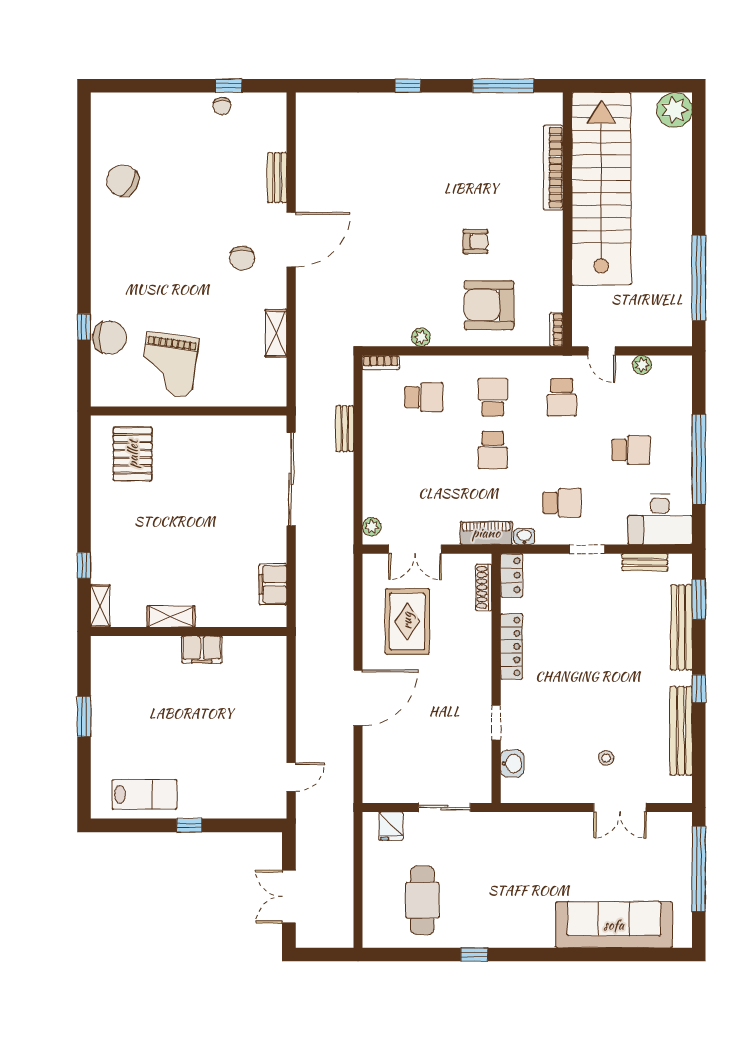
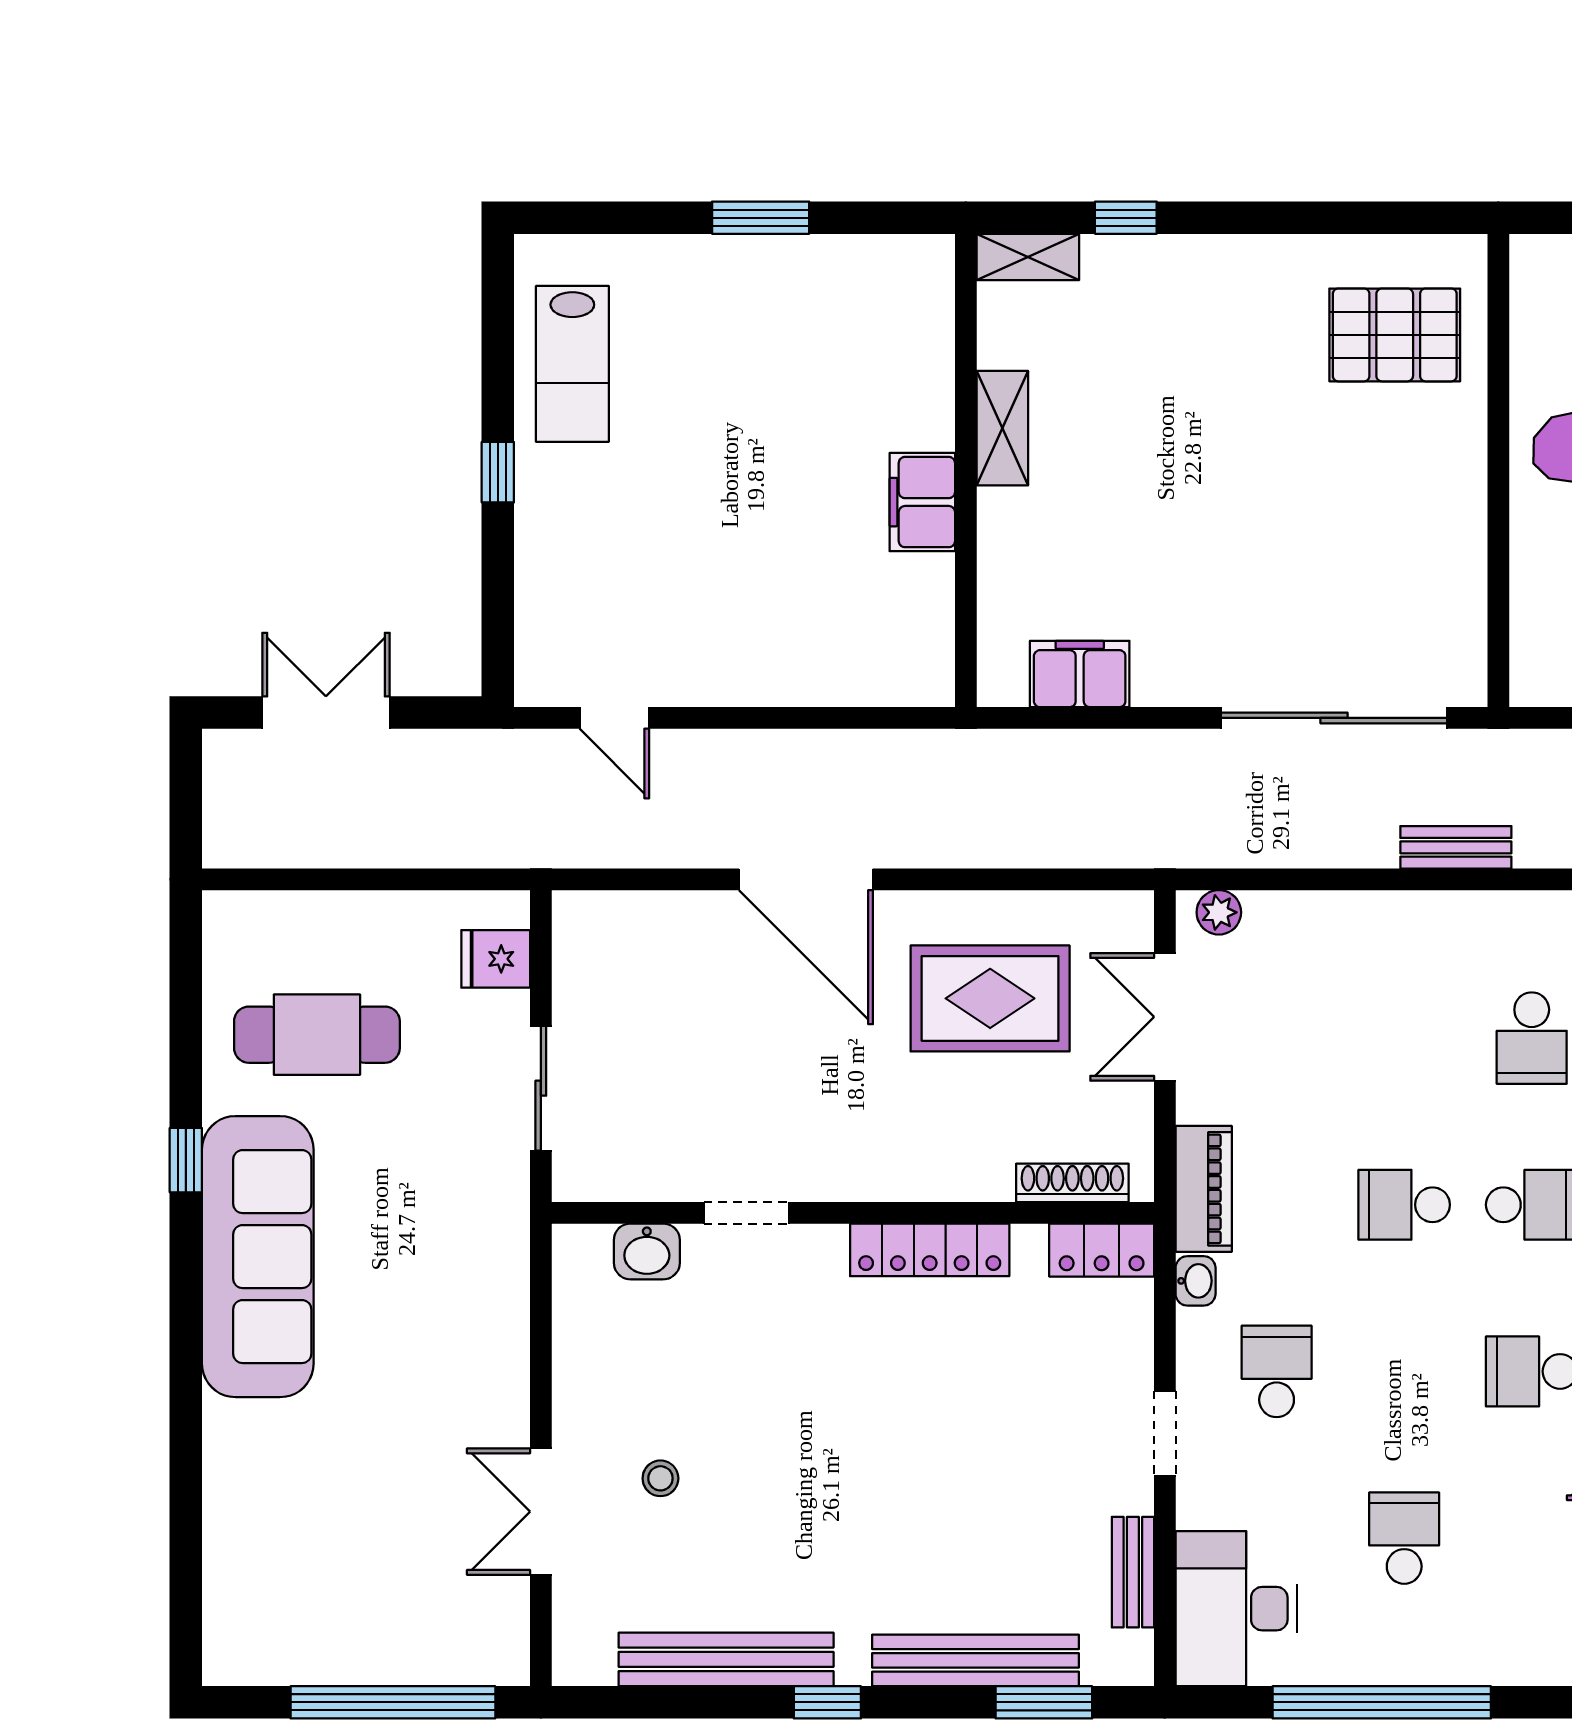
school desk: (631, 450) -> (1404, 1538), turned 180
school desk: (562, 503) -> (1277, 1371), turned 180
sofa: (614, 925) -> (258, 1257), moved

